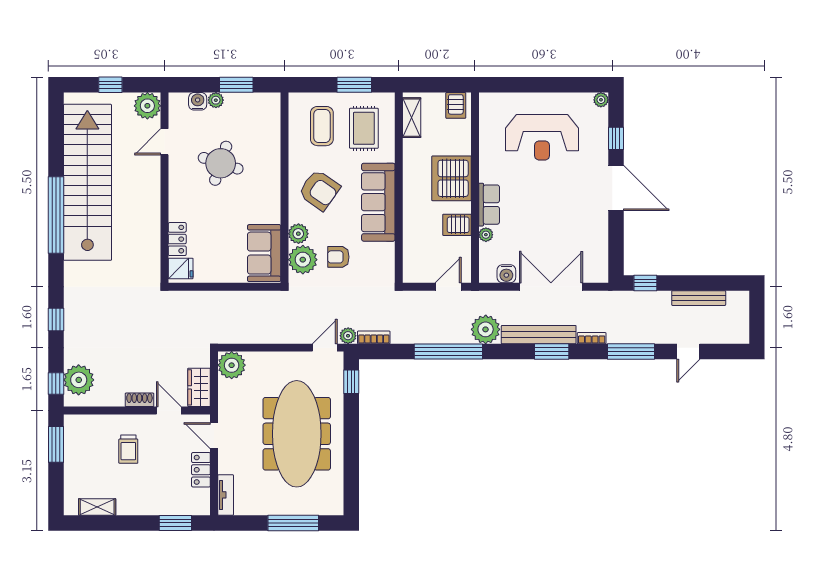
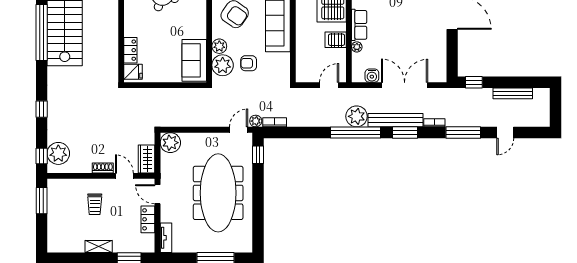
window: (448, 351) -> (355, 133), moved
shelving: (97, 507) -> (99, 247), moved

